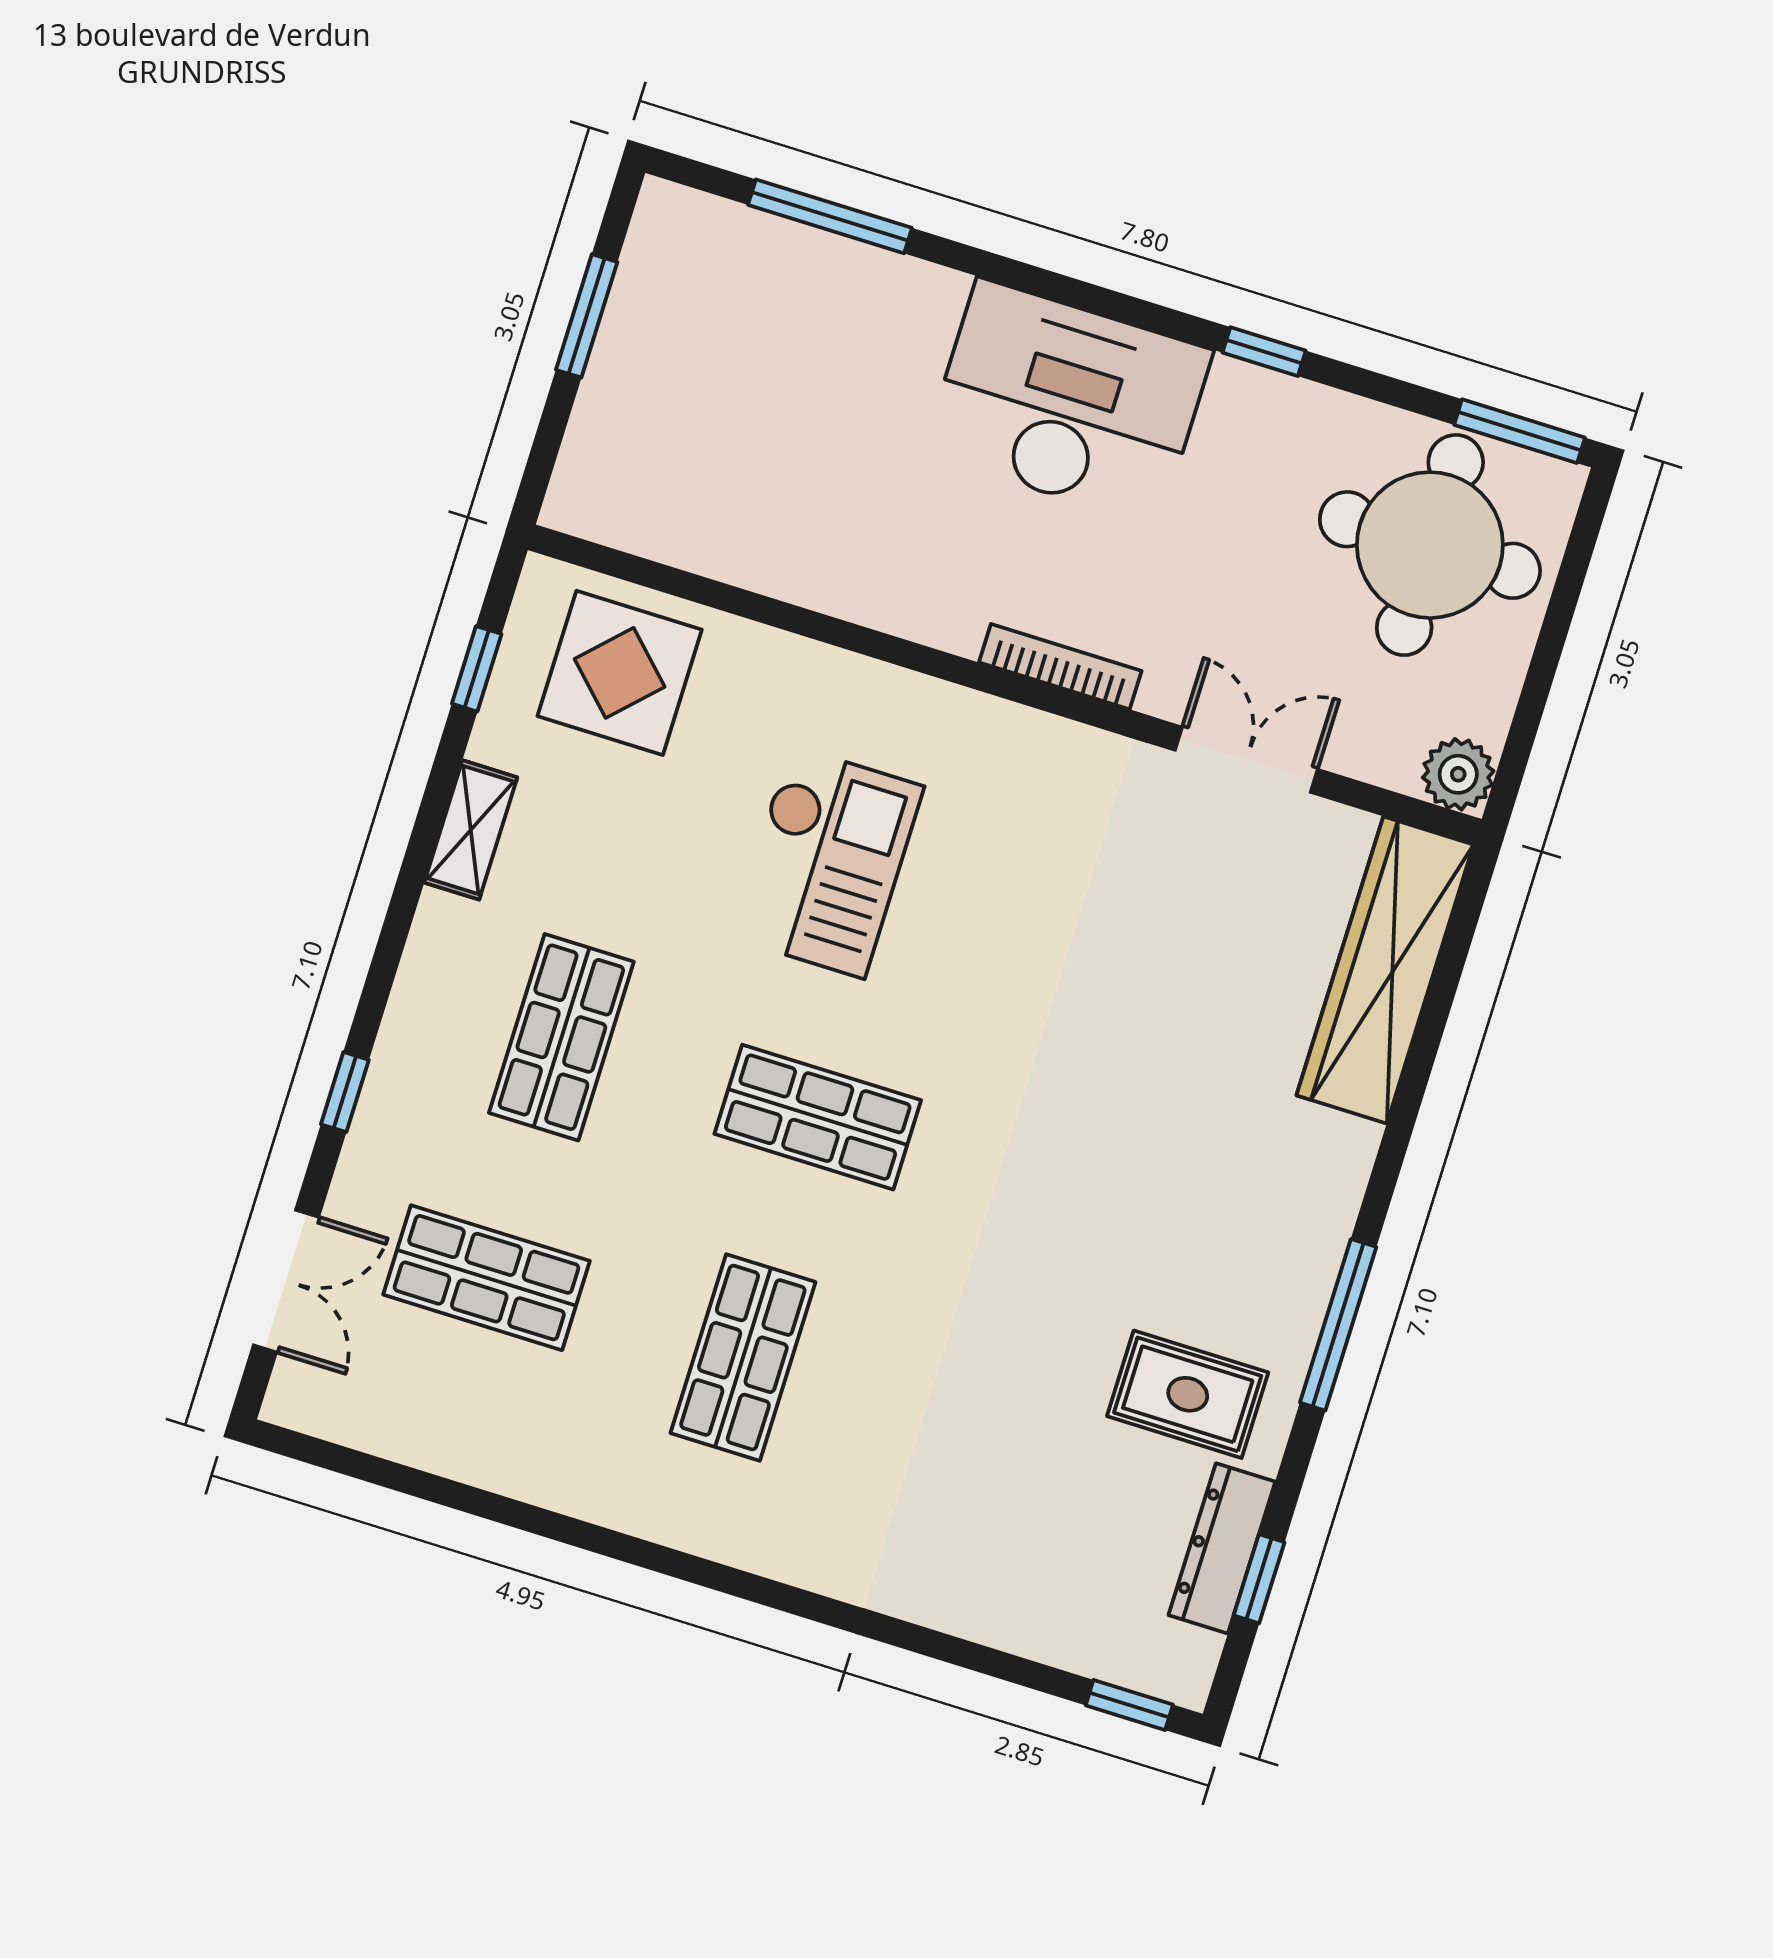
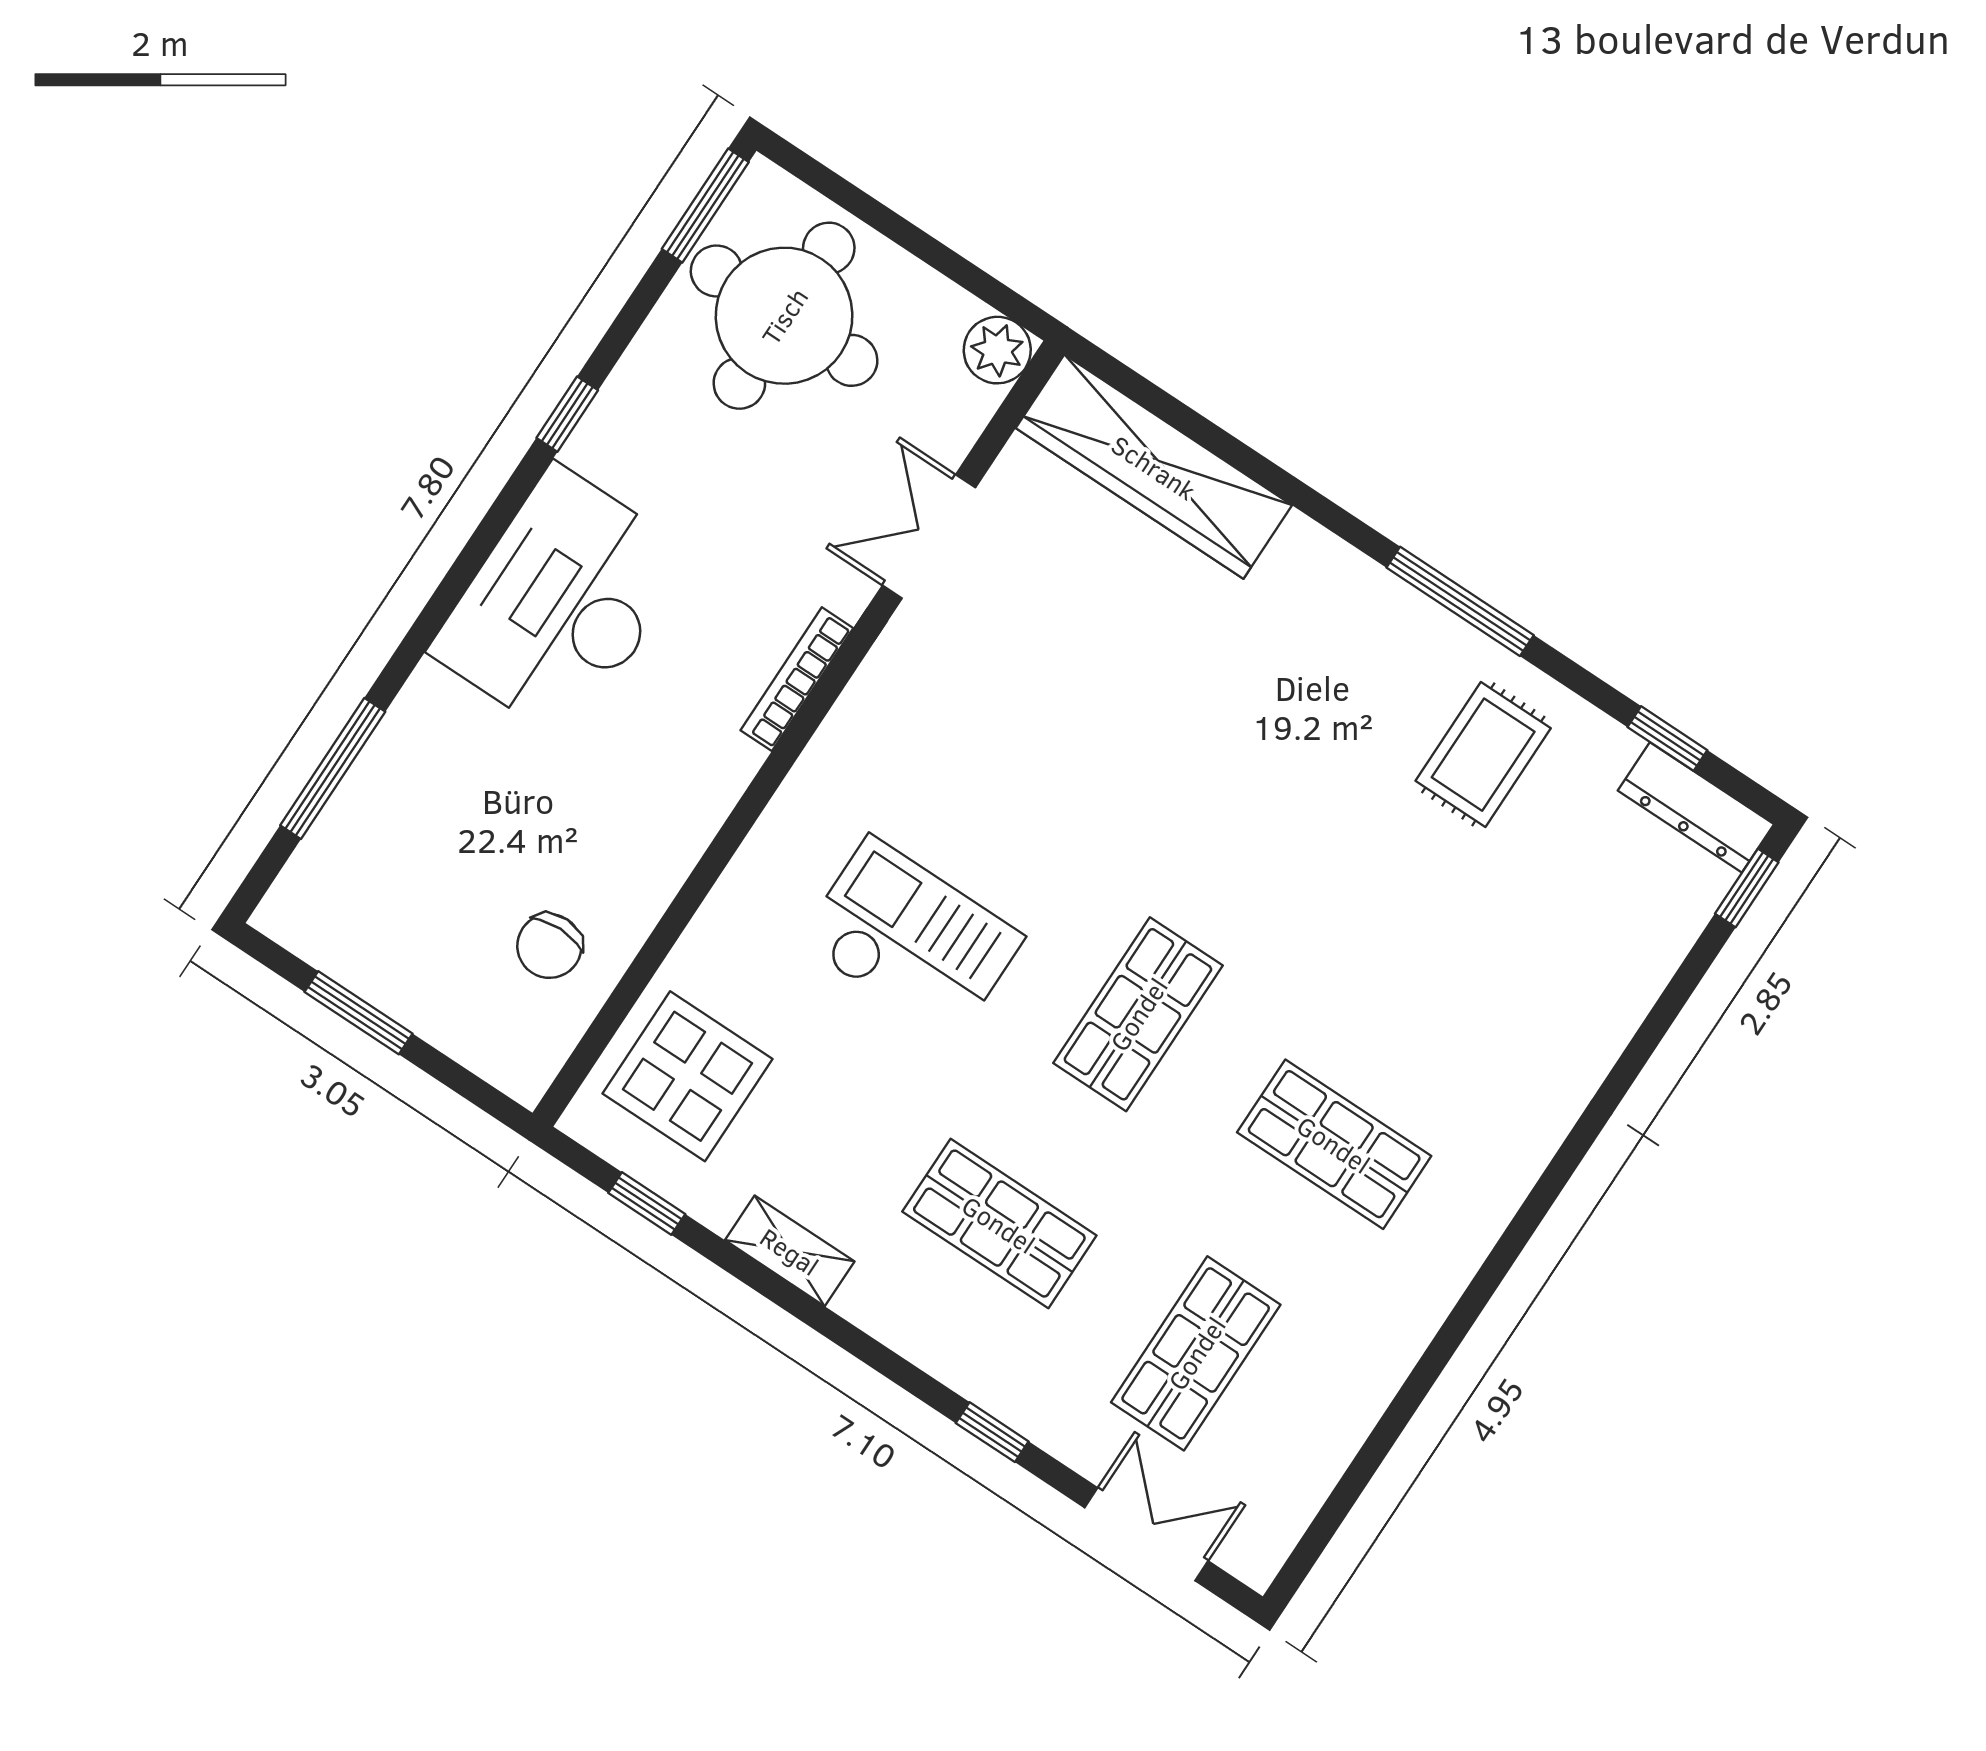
chair: (712, 492) -> (549, 946), added
dresser: (1222, 1548) -> (1696, 807), moved

